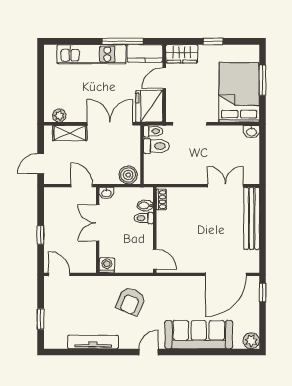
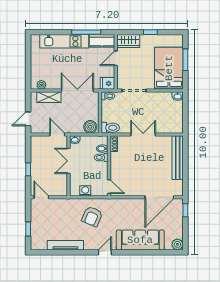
fridge: (149, 106) -> (108, 83), width x0.53, depth x0.75
toilet: (156, 146) -> (110, 128), moved
double door: (225, 186) -> (143, 134), moved
washing machine: (107, 265) -> (85, 191), moved

